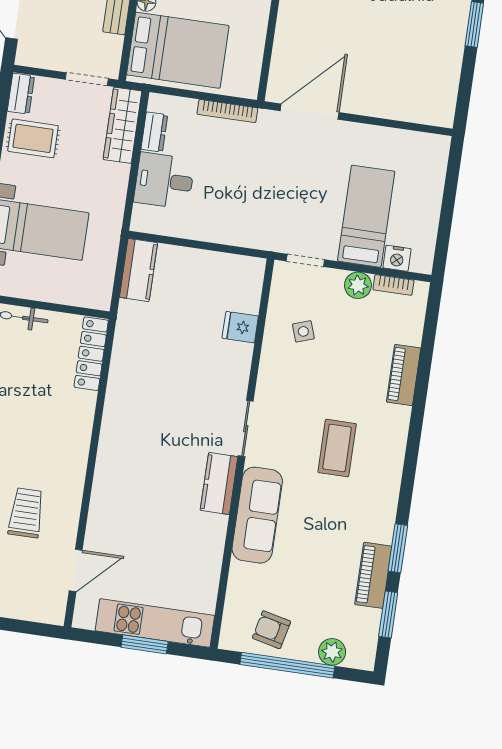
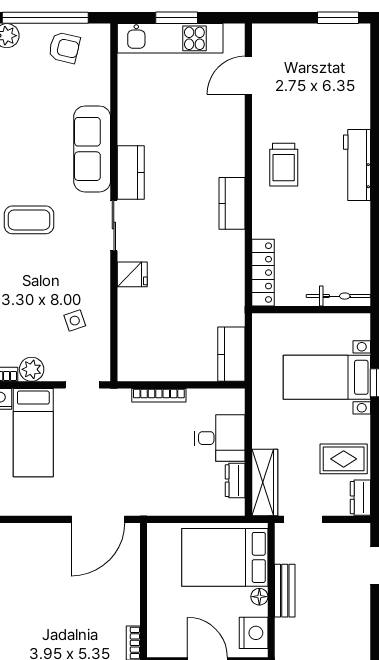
bookcase: (227, 111) -> (159, 395), moved, turned 180
fridge: (240, 327) -> (132, 274), moved
kitchen counter: (114, 434) -> (232, 203), added
coffee table: (337, 448) -> (29, 220), turned 90
trolley: (26, 513) -> (284, 165), moved

